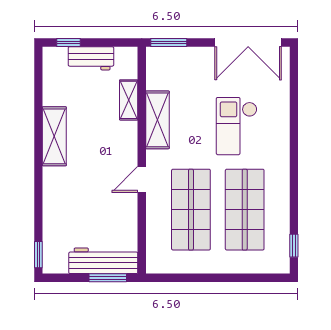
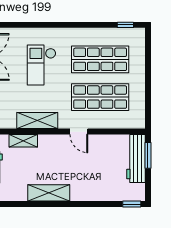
checkout: (237, 126) -> (42, 65), turned 90

